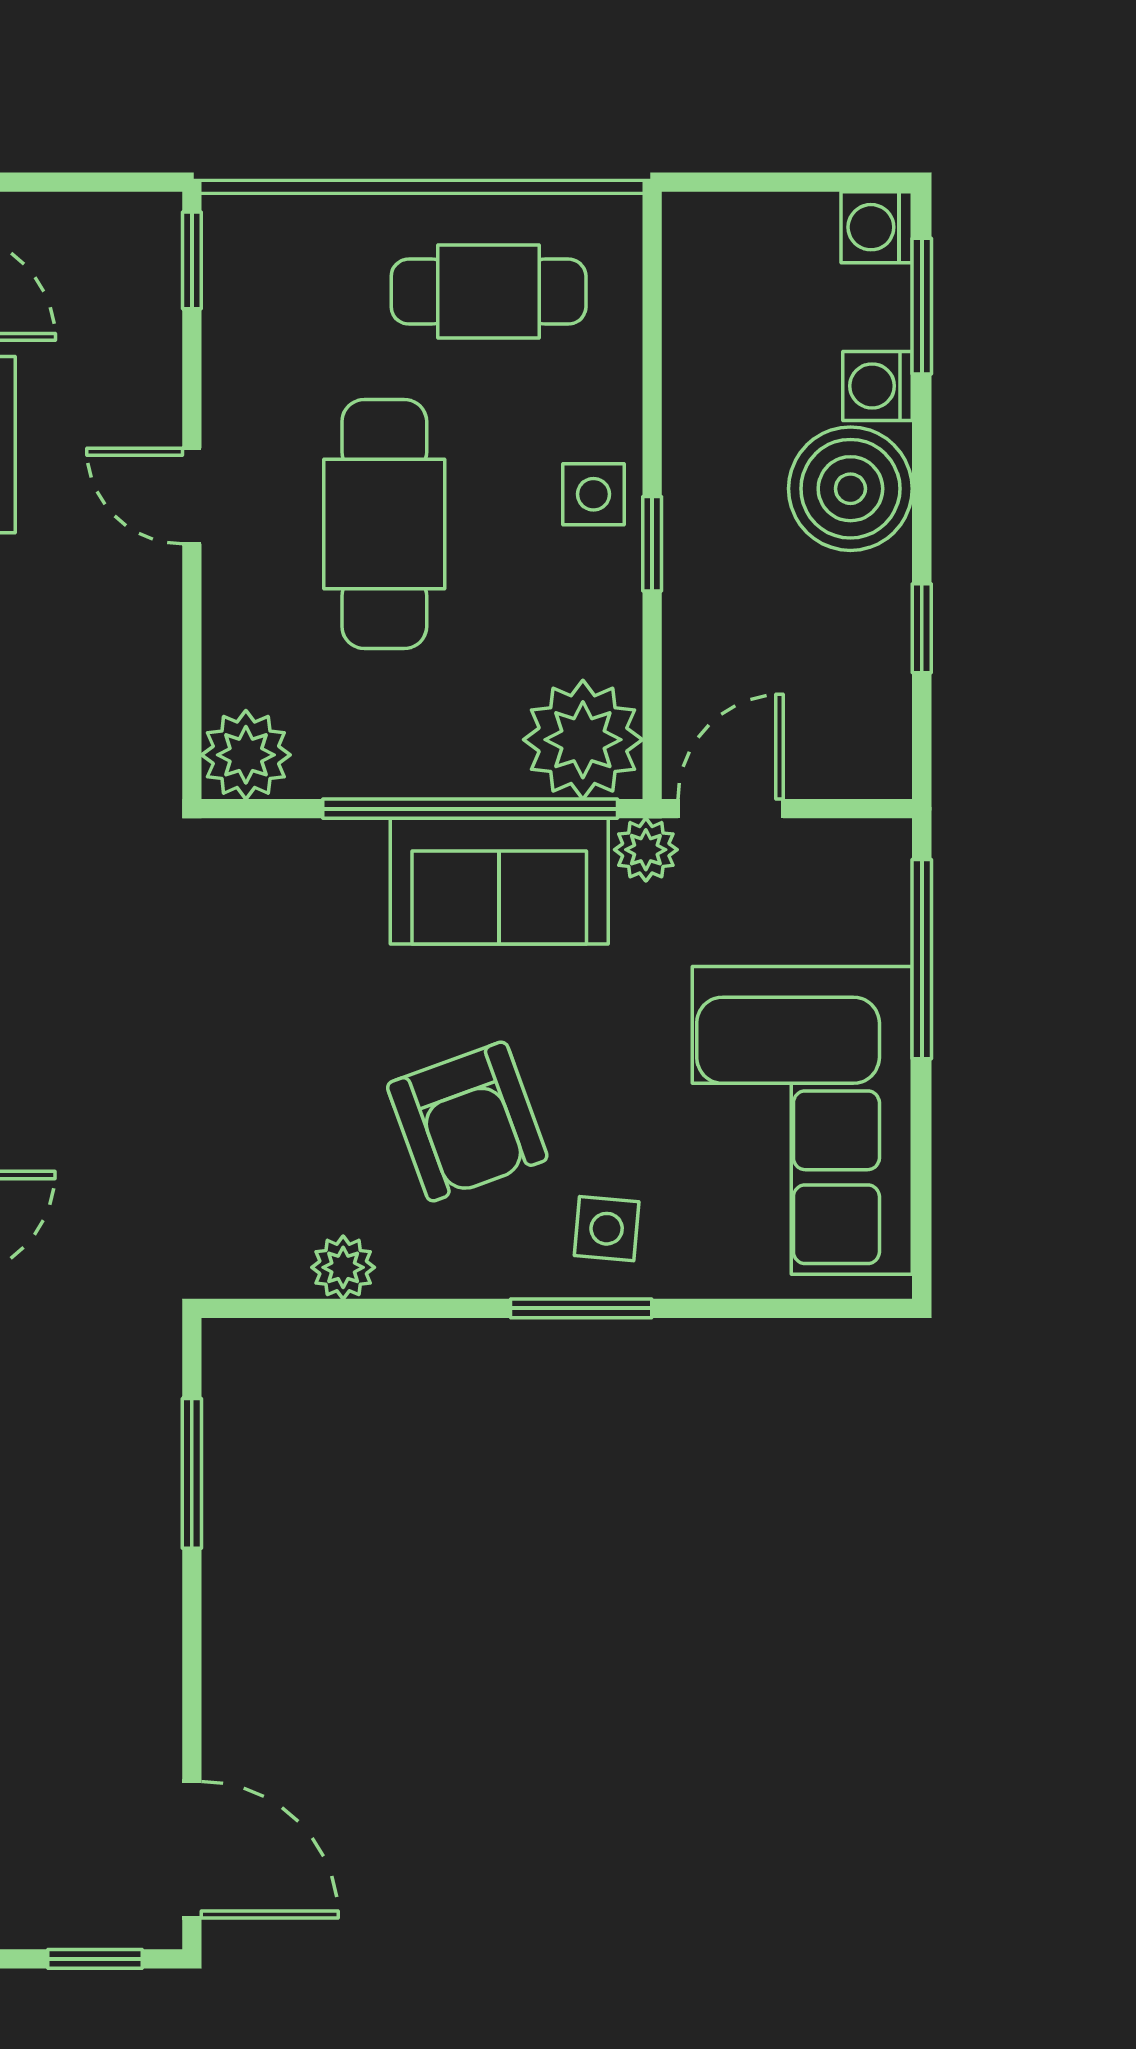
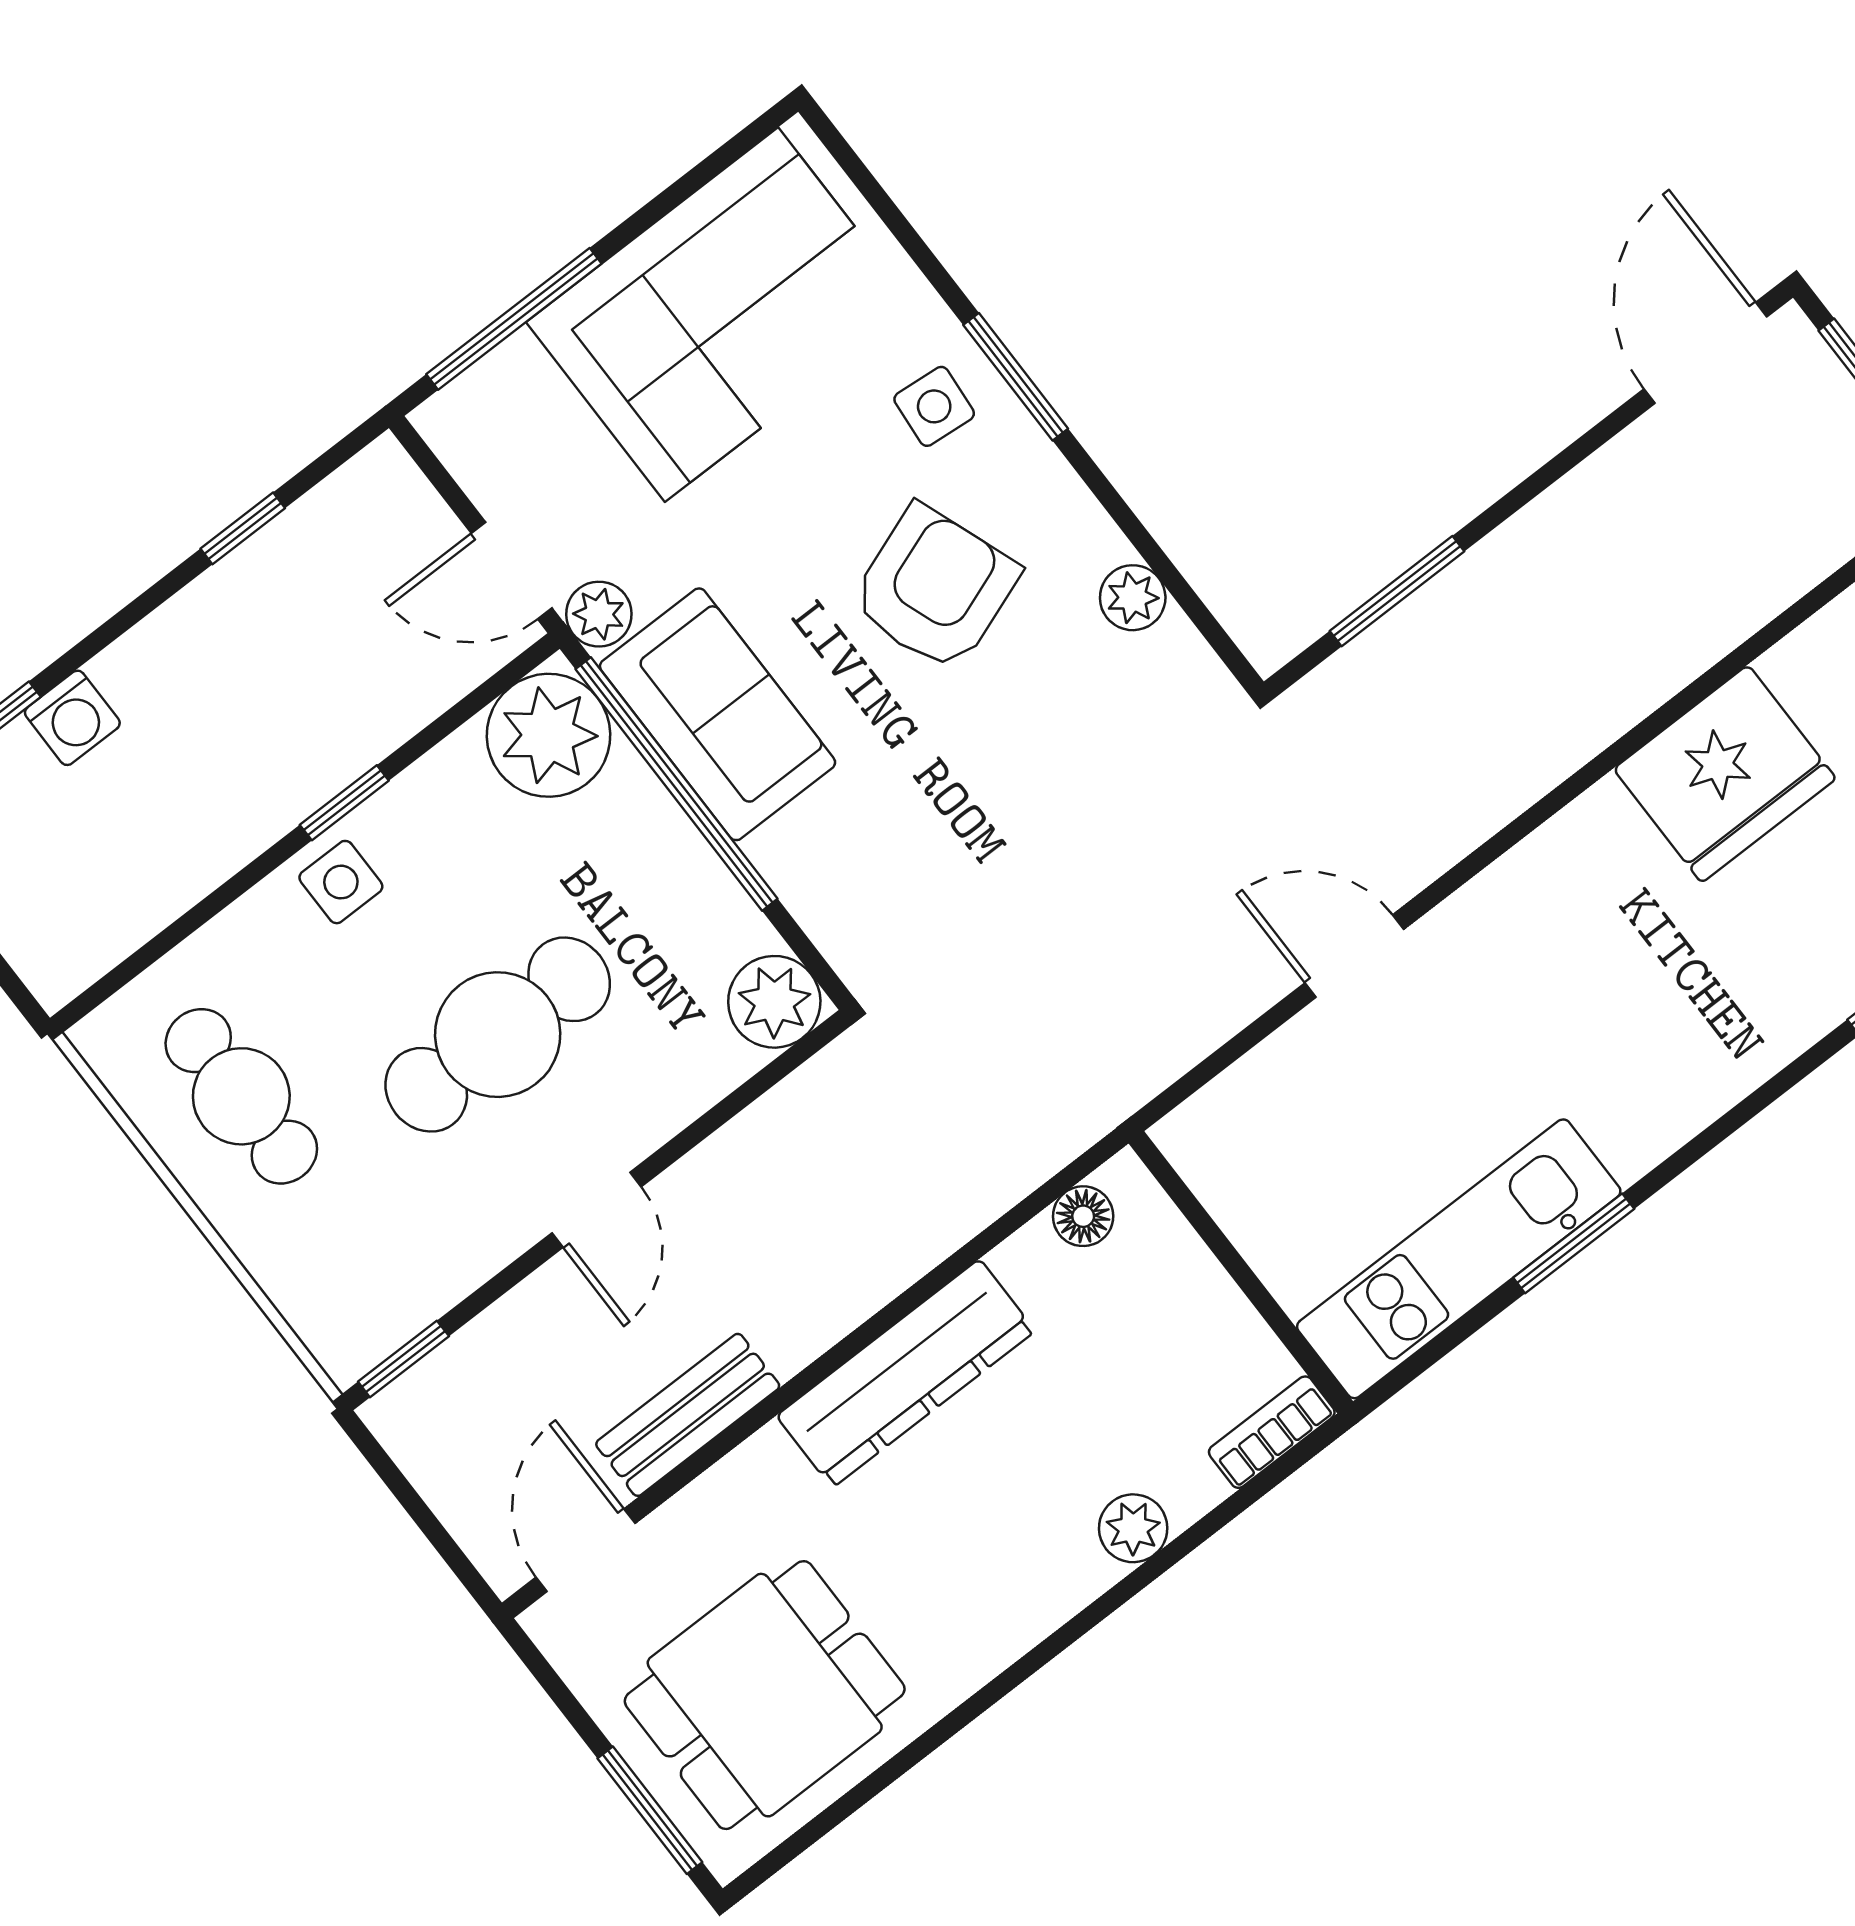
boiler: (850, 489) -> (174, 675), removed

